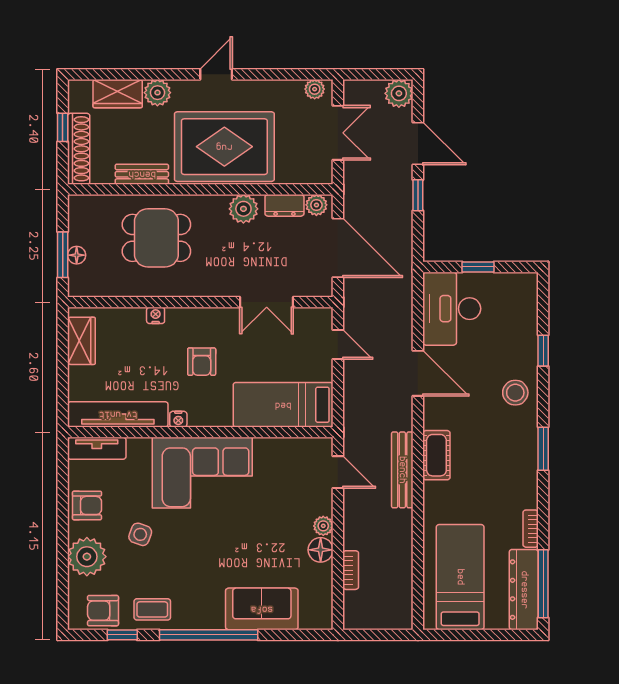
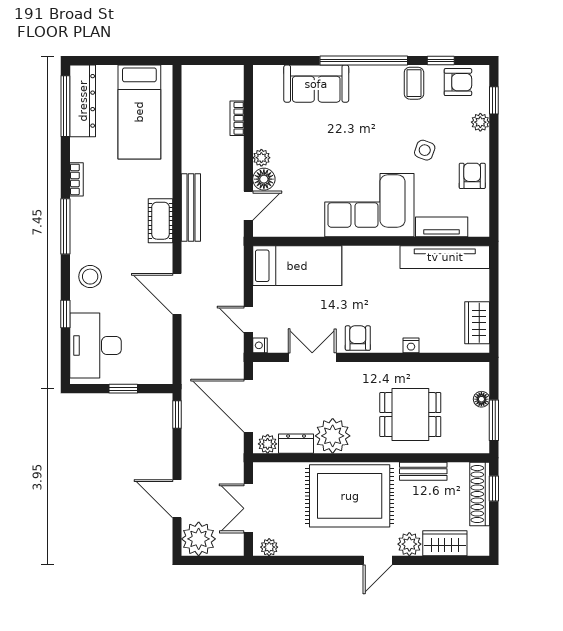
door: (216, 74) -> (378, 560), moved
plant: (399, 93) -> (199, 539), width x1.36, depth x1.36
window: (63, 127) -> (494, 488), moved
window: (418, 195) -> (177, 415), moved
plant: (243, 209) -> (333, 436), width x1.36, depth x1.36
window: (63, 255) -> (494, 420), moved
desk: (452, 309) -> (96, 345), moved, turned 180
armchair: (202, 362) -> (358, 338), moved
nightstand: (178, 419) -> (260, 345), moved, turned -90
tv unit: (97, 448) -> (442, 227), moved
window: (543, 449) -> (65, 226), width x1.44
door: (338, 472) -> (248, 206), swing flipped
armchair: (87, 505) -> (472, 176), turned 90
bookcase: (531, 529) -> (77, 179), moved
floor lamp: (321, 550) -> (264, 179), moved
plant: (87, 557) -> (480, 122), width x0.53, depth x0.53
window: (63, 590) -> (494, 100), added
coffee table: (152, 609) -> (414, 83), turned 90

